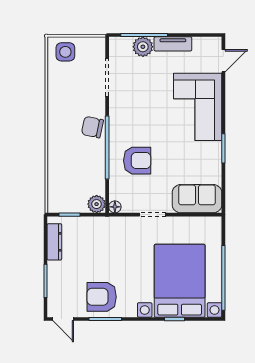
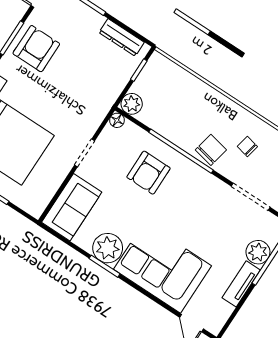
chair: (73, 103) -> (247, 147), added
plant: (209, 155) -> (108, 248), added

